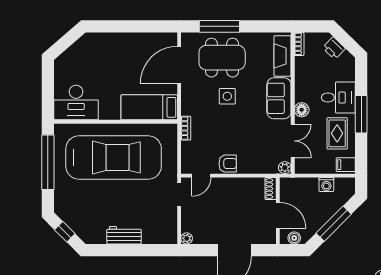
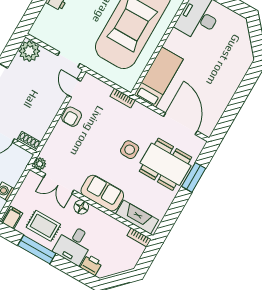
window: (219, 26) -> (194, 177), width x0.69
printer: (334, 48) -> (91, 265), moved, turned 46
dining table: (222, 58) -> (165, 164), turned 90
window: (361, 114) -> (37, 249), moved
plant: (187, 238) -> (29, 51), width x1.88, depth x1.88

